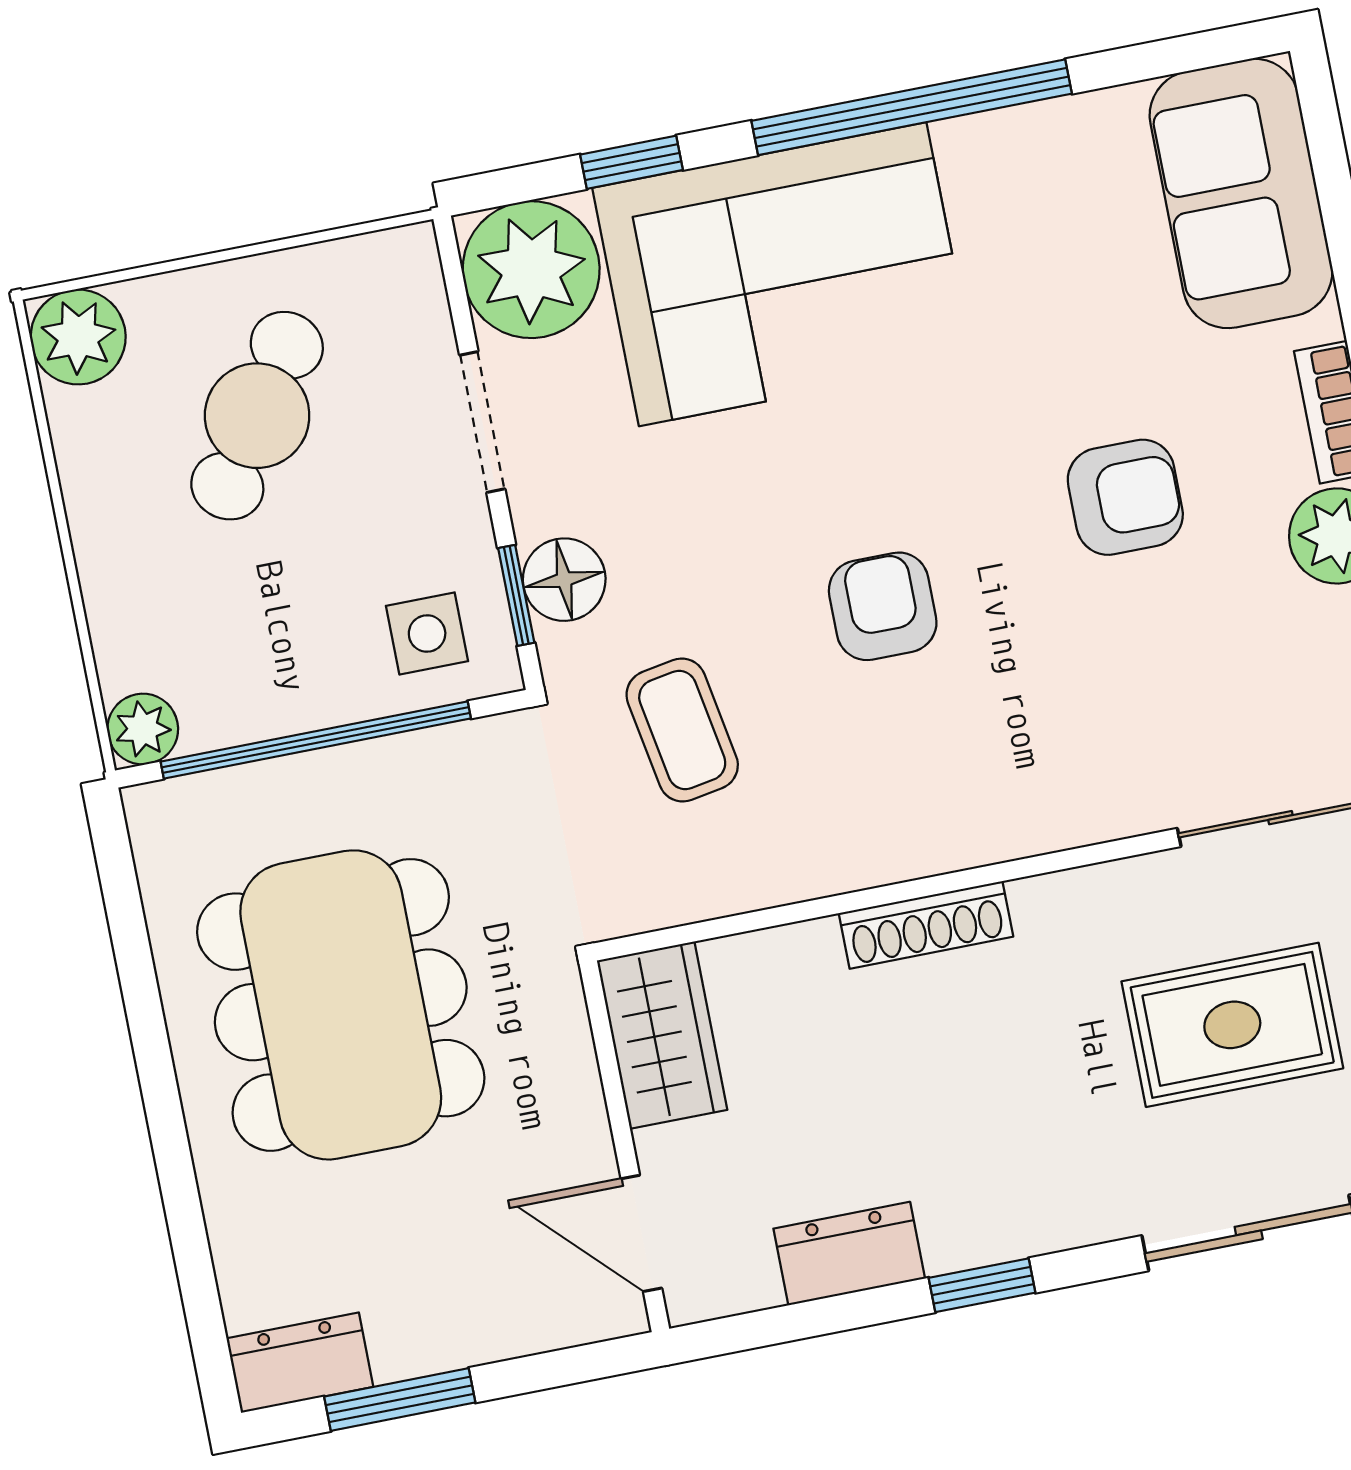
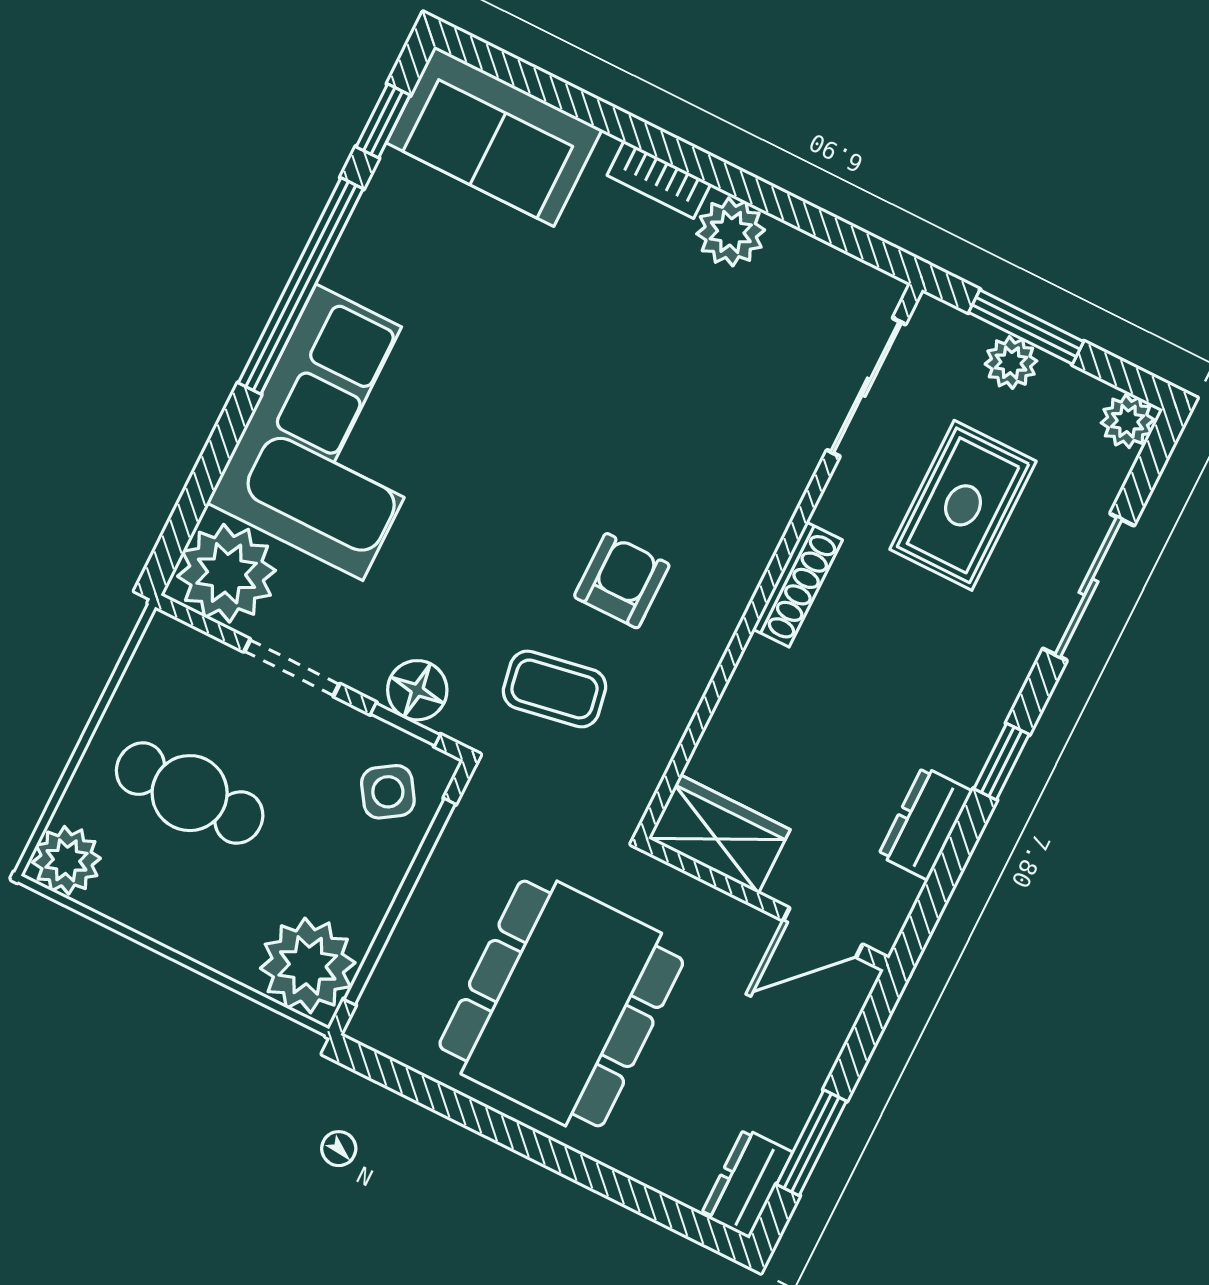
window: (632, 162) -> (383, 121), moved
cafe table: (257, 416) -> (190, 793), turned -34
armchair: (1125, 497) -> (616, 335), removed
armchair: (883, 606) -> (622, 581), moved, turned 90
side table: (427, 634) -> (388, 792), turned -33
plant: (143, 729) -> (308, 965), width x1.87, depth x1.87
shoe rack: (926, 925) -> (798, 585), moved
dining table: (341, 1005) -> (561, 1003), turned 90

